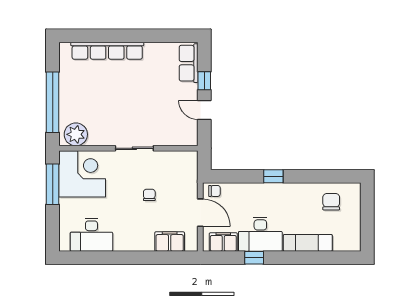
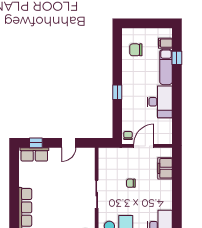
window: (204, 81) -> (36, 143), moved
filing cabinet: (223, 242) -> (165, 43), moved, width x0.50
window: (254, 258) -> (177, 58), moved

